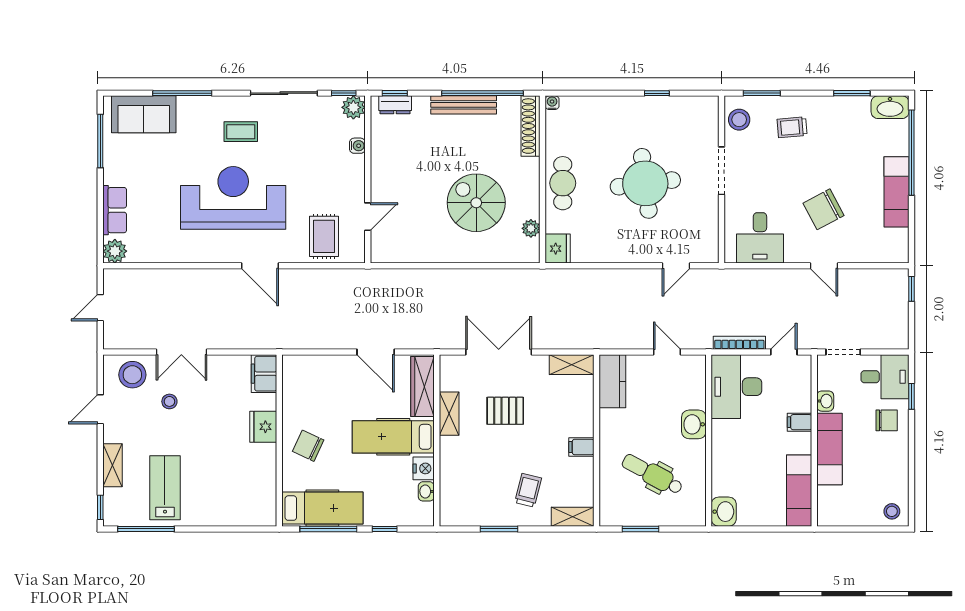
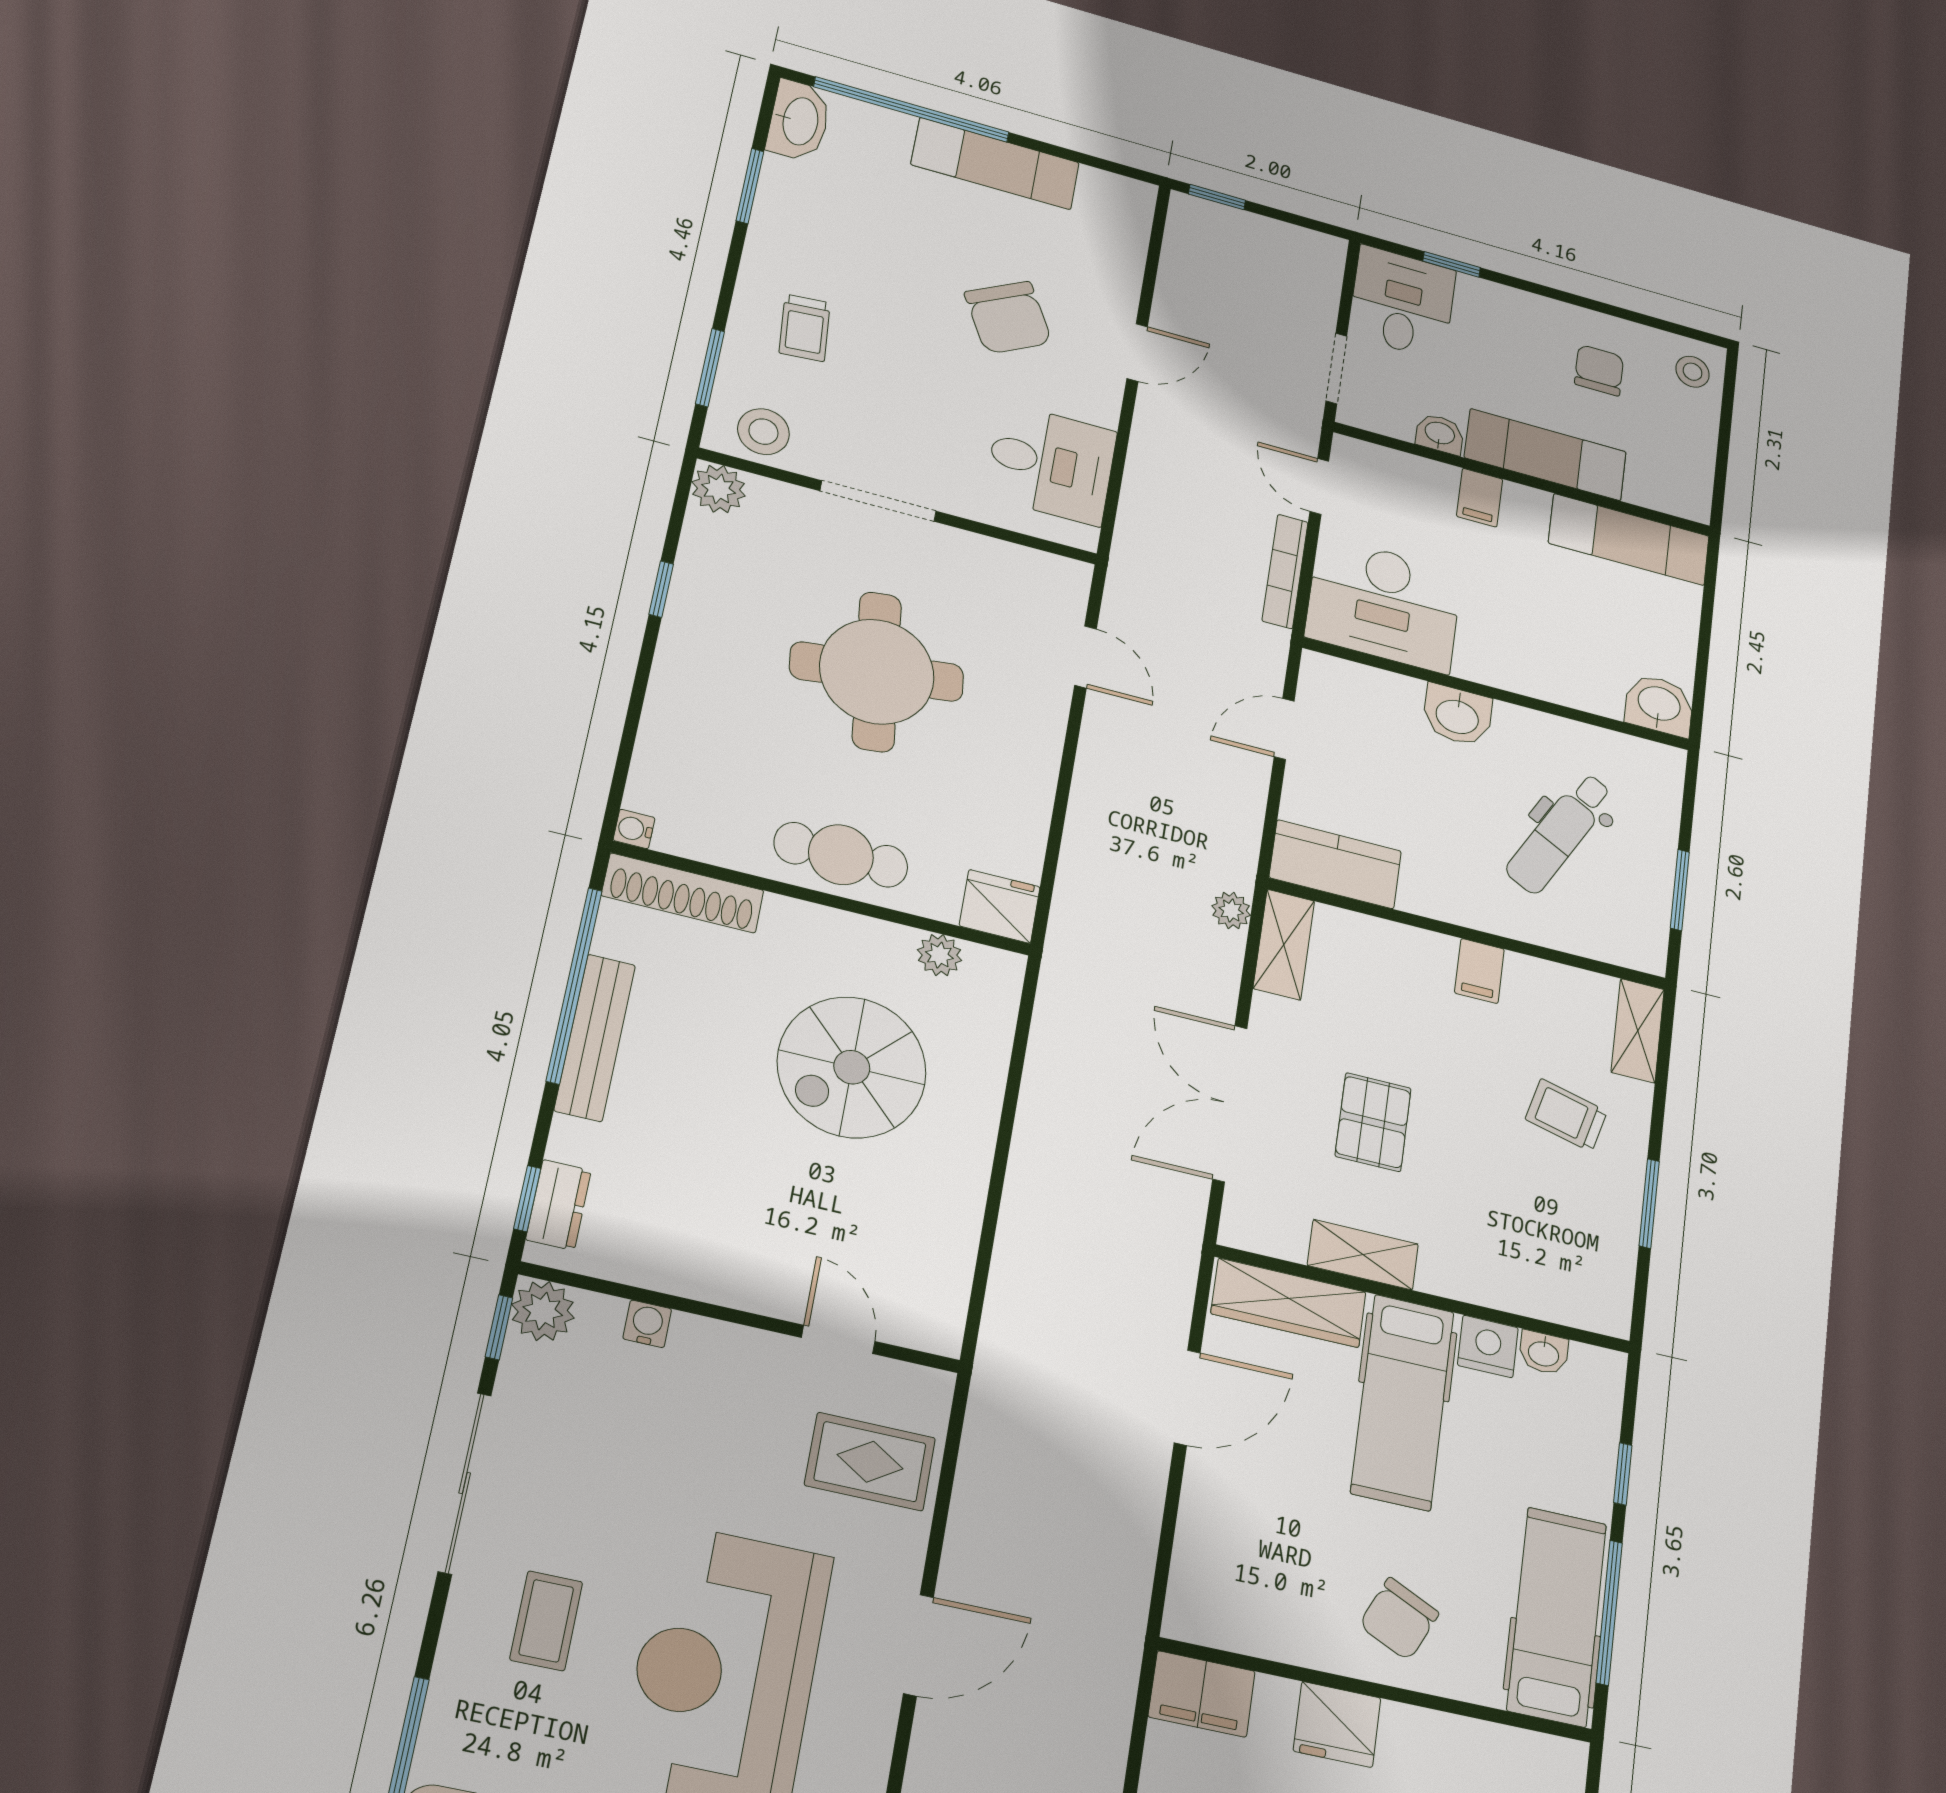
plant: (708, 107) -> (719, 489), added
plant: (581, 341) -> (1231, 911), added
chair: (887, 420) -> (1599, 370), moved

